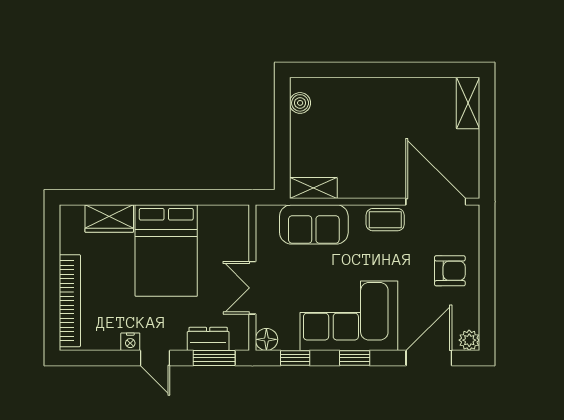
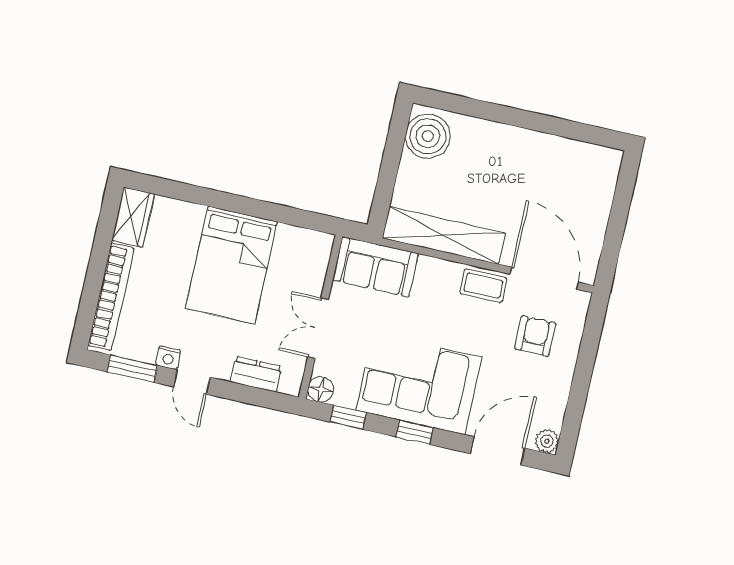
boiler: (300, 103) -> (428, 136), width x1.86, depth x1.86
shelving: (468, 103) -> (605, 176), removed
shelving: (313, 188) -> (444, 235), width x2.20, depth x1.33
wardrobe: (109, 219) -> (133, 217), moved, turned -90
sofa: (314, 224) -> (375, 267), moved
armchair: (450, 271) -> (535, 336), moved, turned -90
window: (214, 358) -> (132, 369), moved

